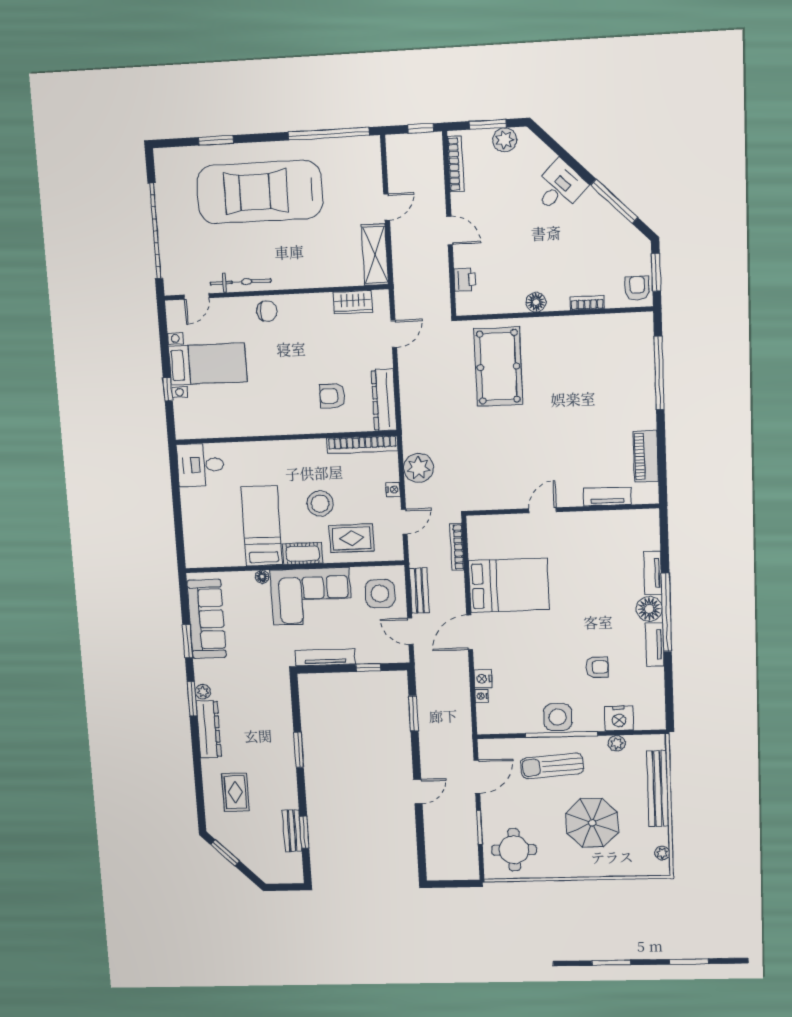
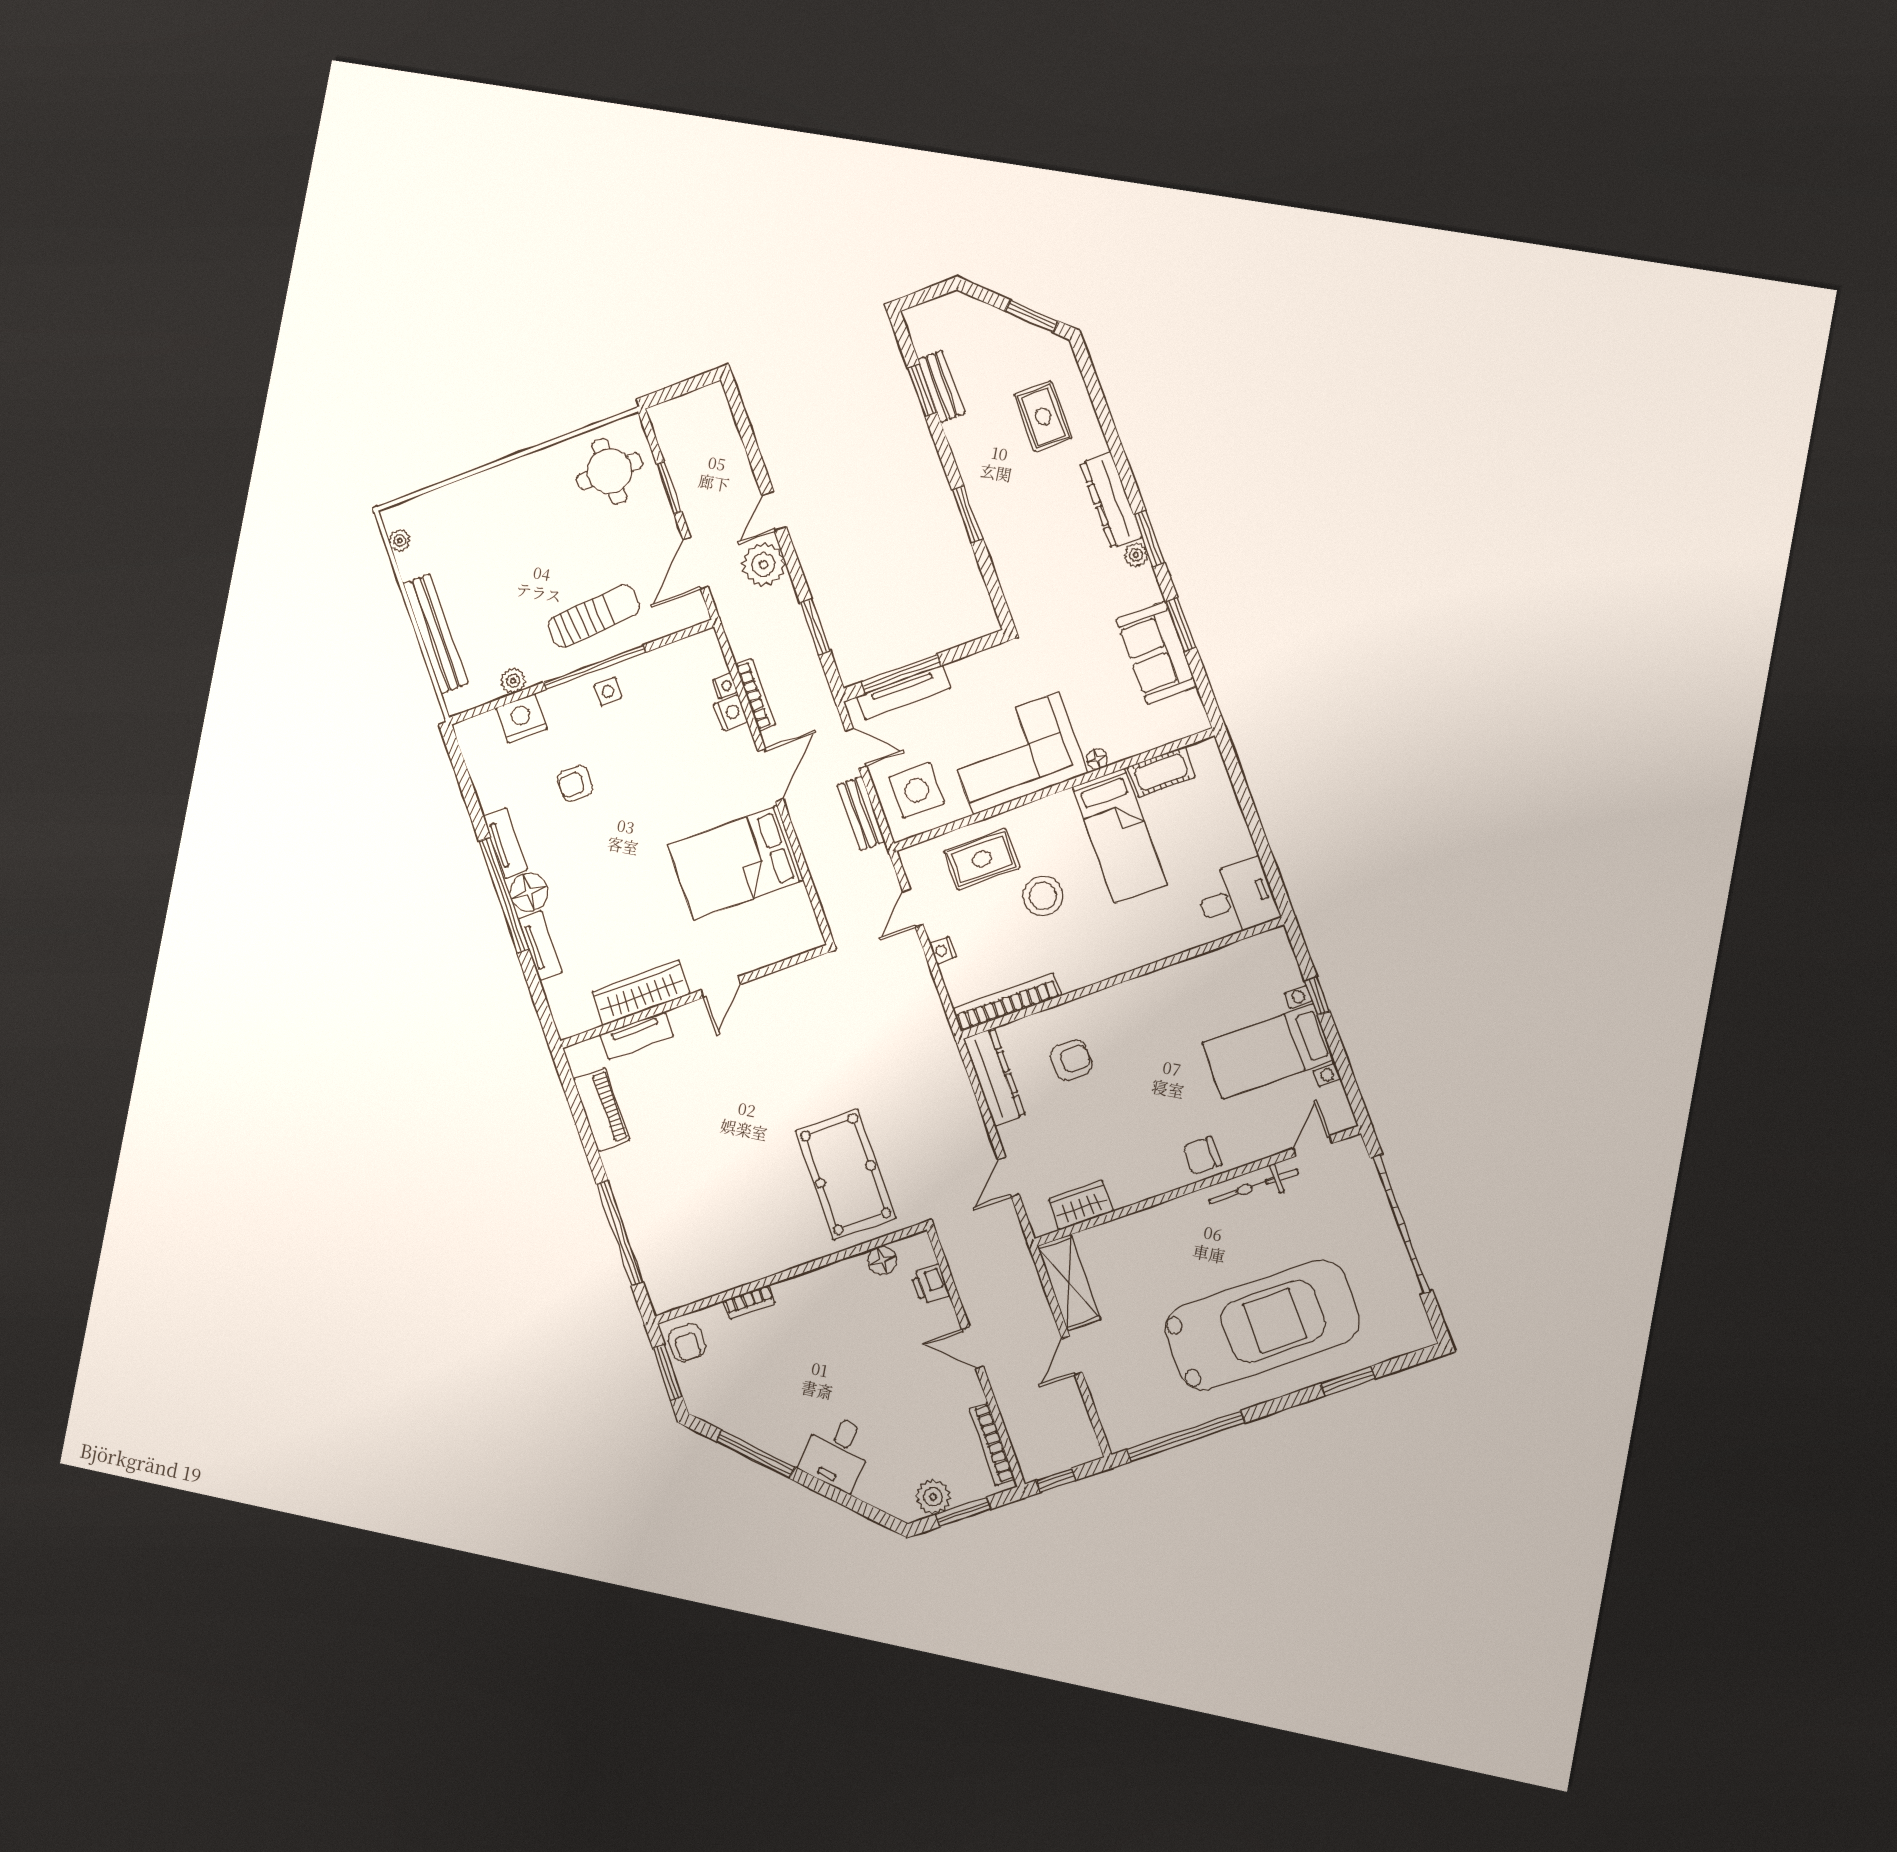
floor lamp: (536, 302) -> (882, 1260), moved
plant: (418, 468) -> (763, 564), moved
wardrobe: (596, 523) -> (641, 993), added
bookcase: (457, 547) -> (756, 695), moved
cot: (303, 554) -> (1161, 772), moved
sofa: (207, 619) -> (1156, 653), width x0.73
tv unit: (325, 657) -> (904, 692), moved
window: (368, 668) -> (901, 674), width x2.17
side table: (558, 717) -> (608, 691), width x0.54, depth x0.54
parasol: (592, 823) -> (511, 551), removed

